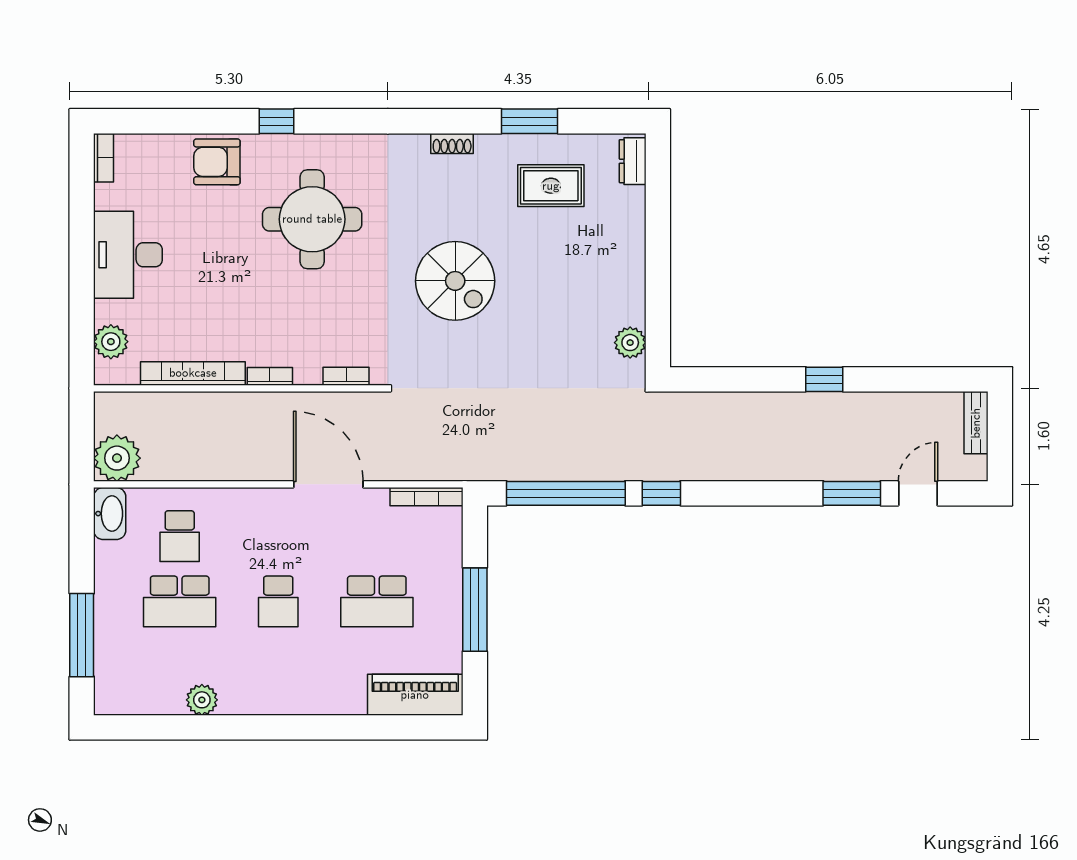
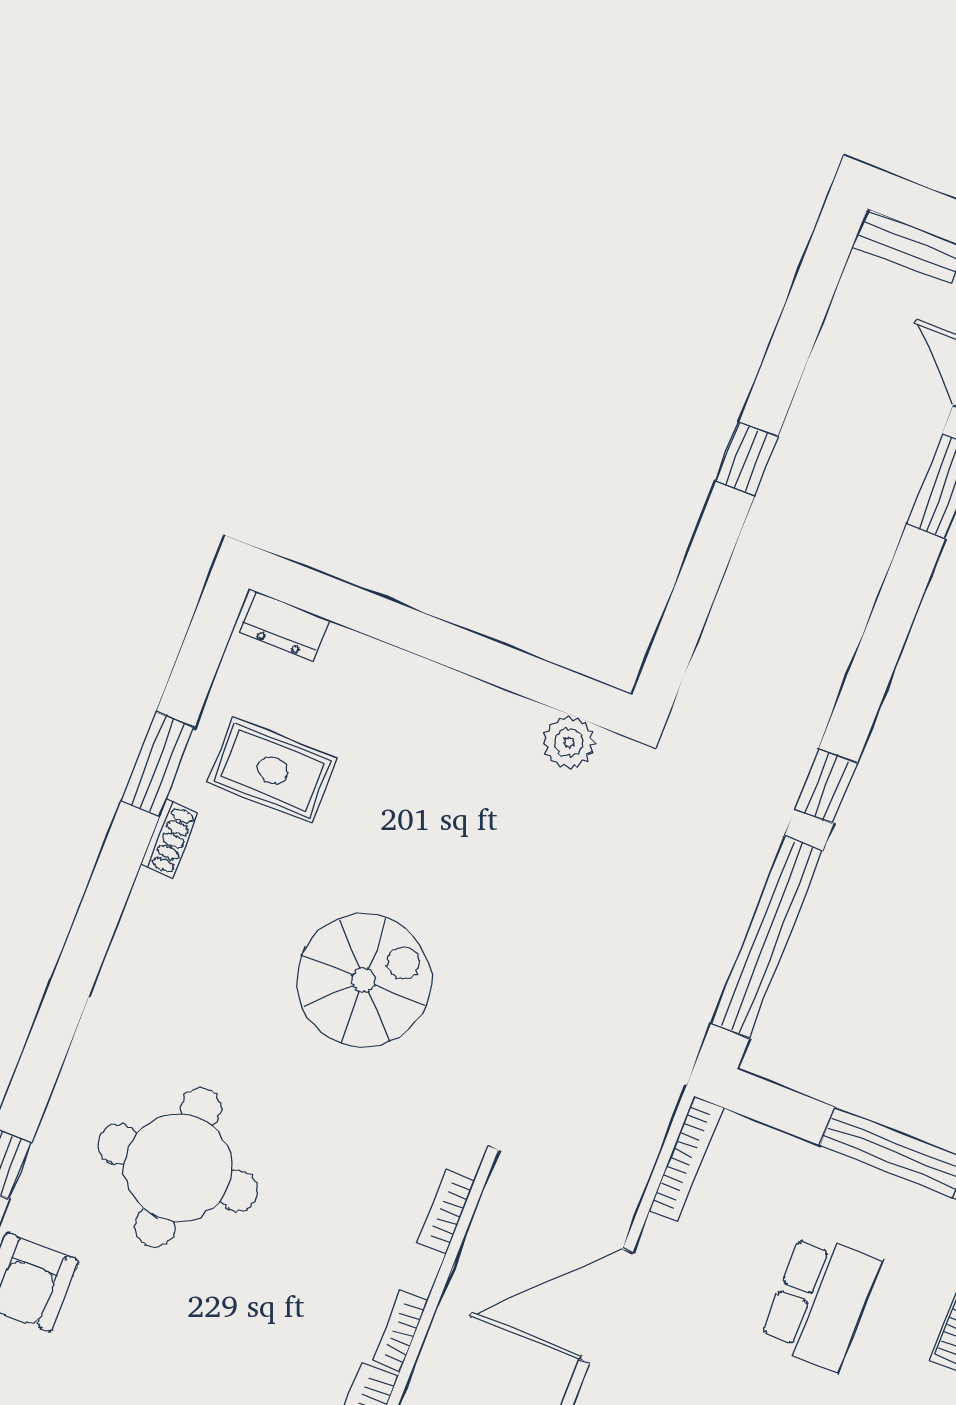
shoe rack: (452, 143) -> (169, 839), moved
rug: (551, 186) -> (273, 770), turned 90

